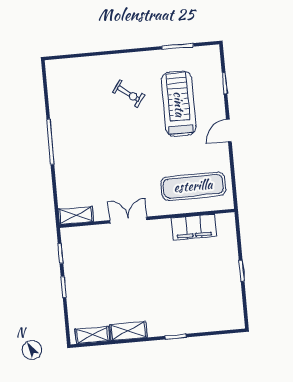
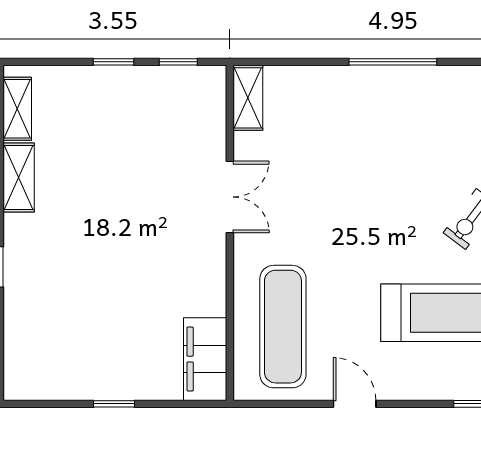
door: (229, 131) -> (355, 404), moved
filing cabinet: (194, 227) -> (205, 359), moved

